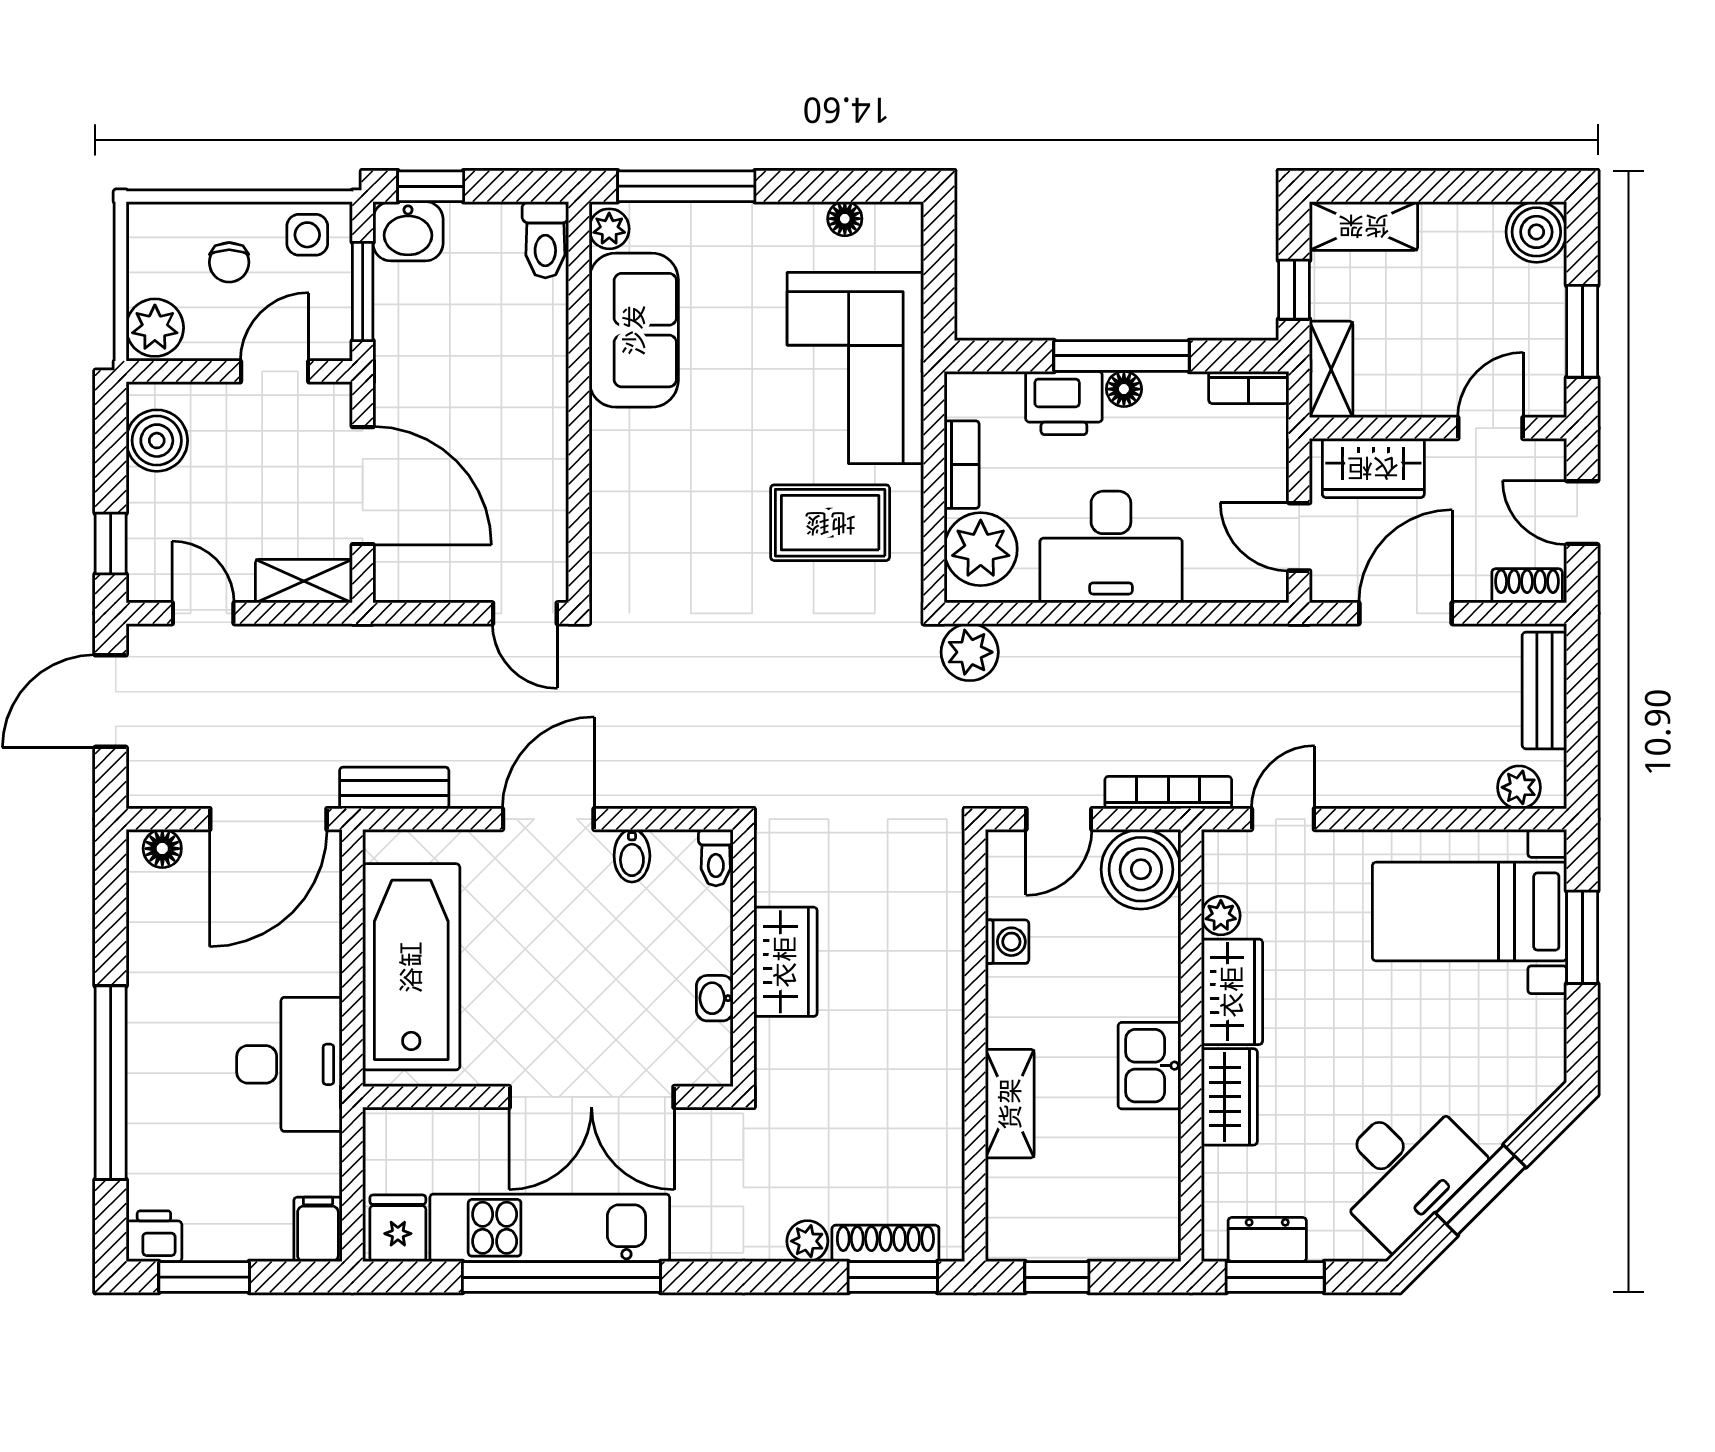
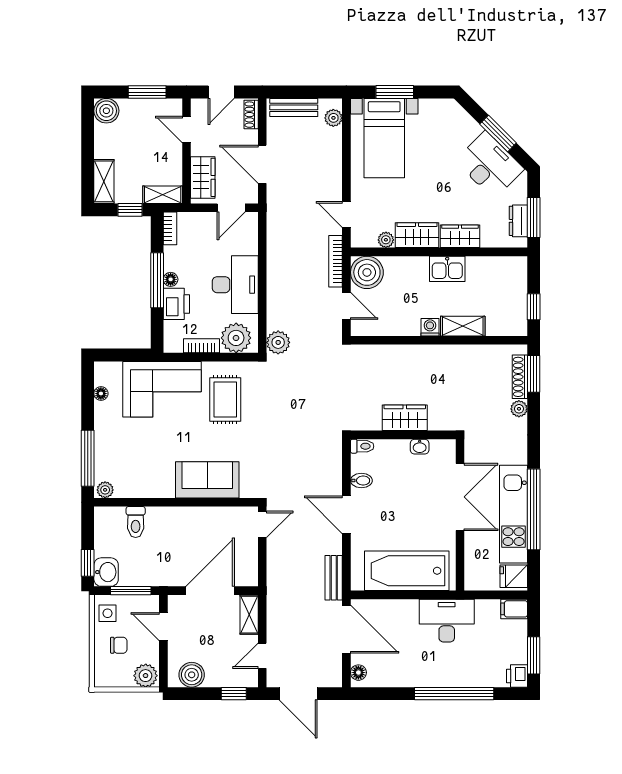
toilet: (545, 240) -> (136, 522), moved, turned 90
sofa: (634, 330) -> (207, 480), moved
washing machine: (1007, 942) -> (430, 327), moved

